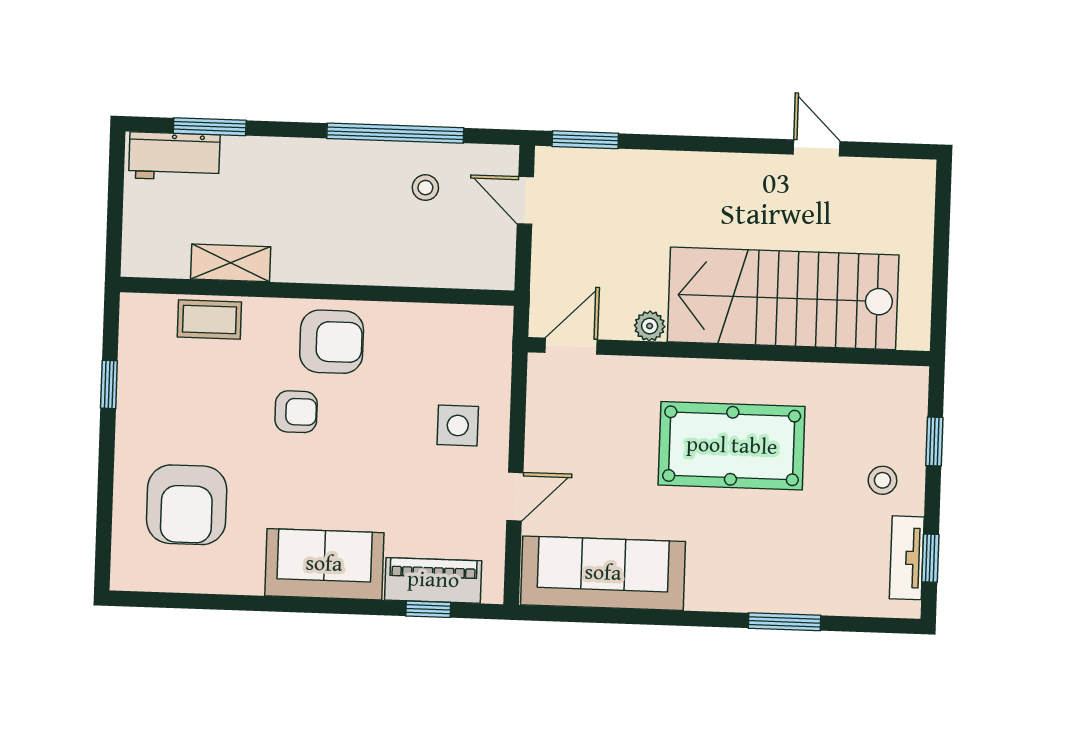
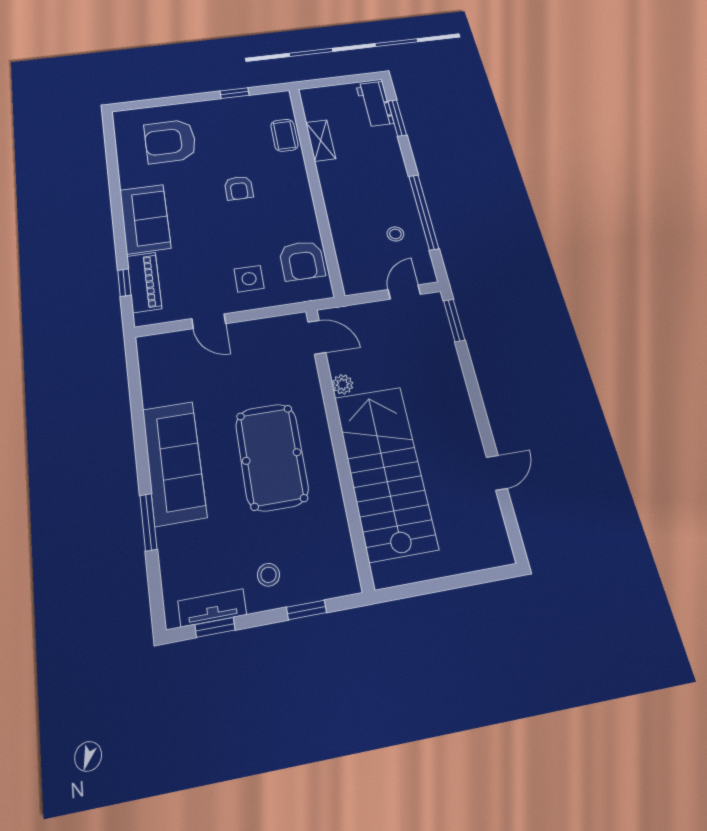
armchair: (332, 342) -> (302, 261), moved
sofa: (603, 573) -> (174, 462), moved

